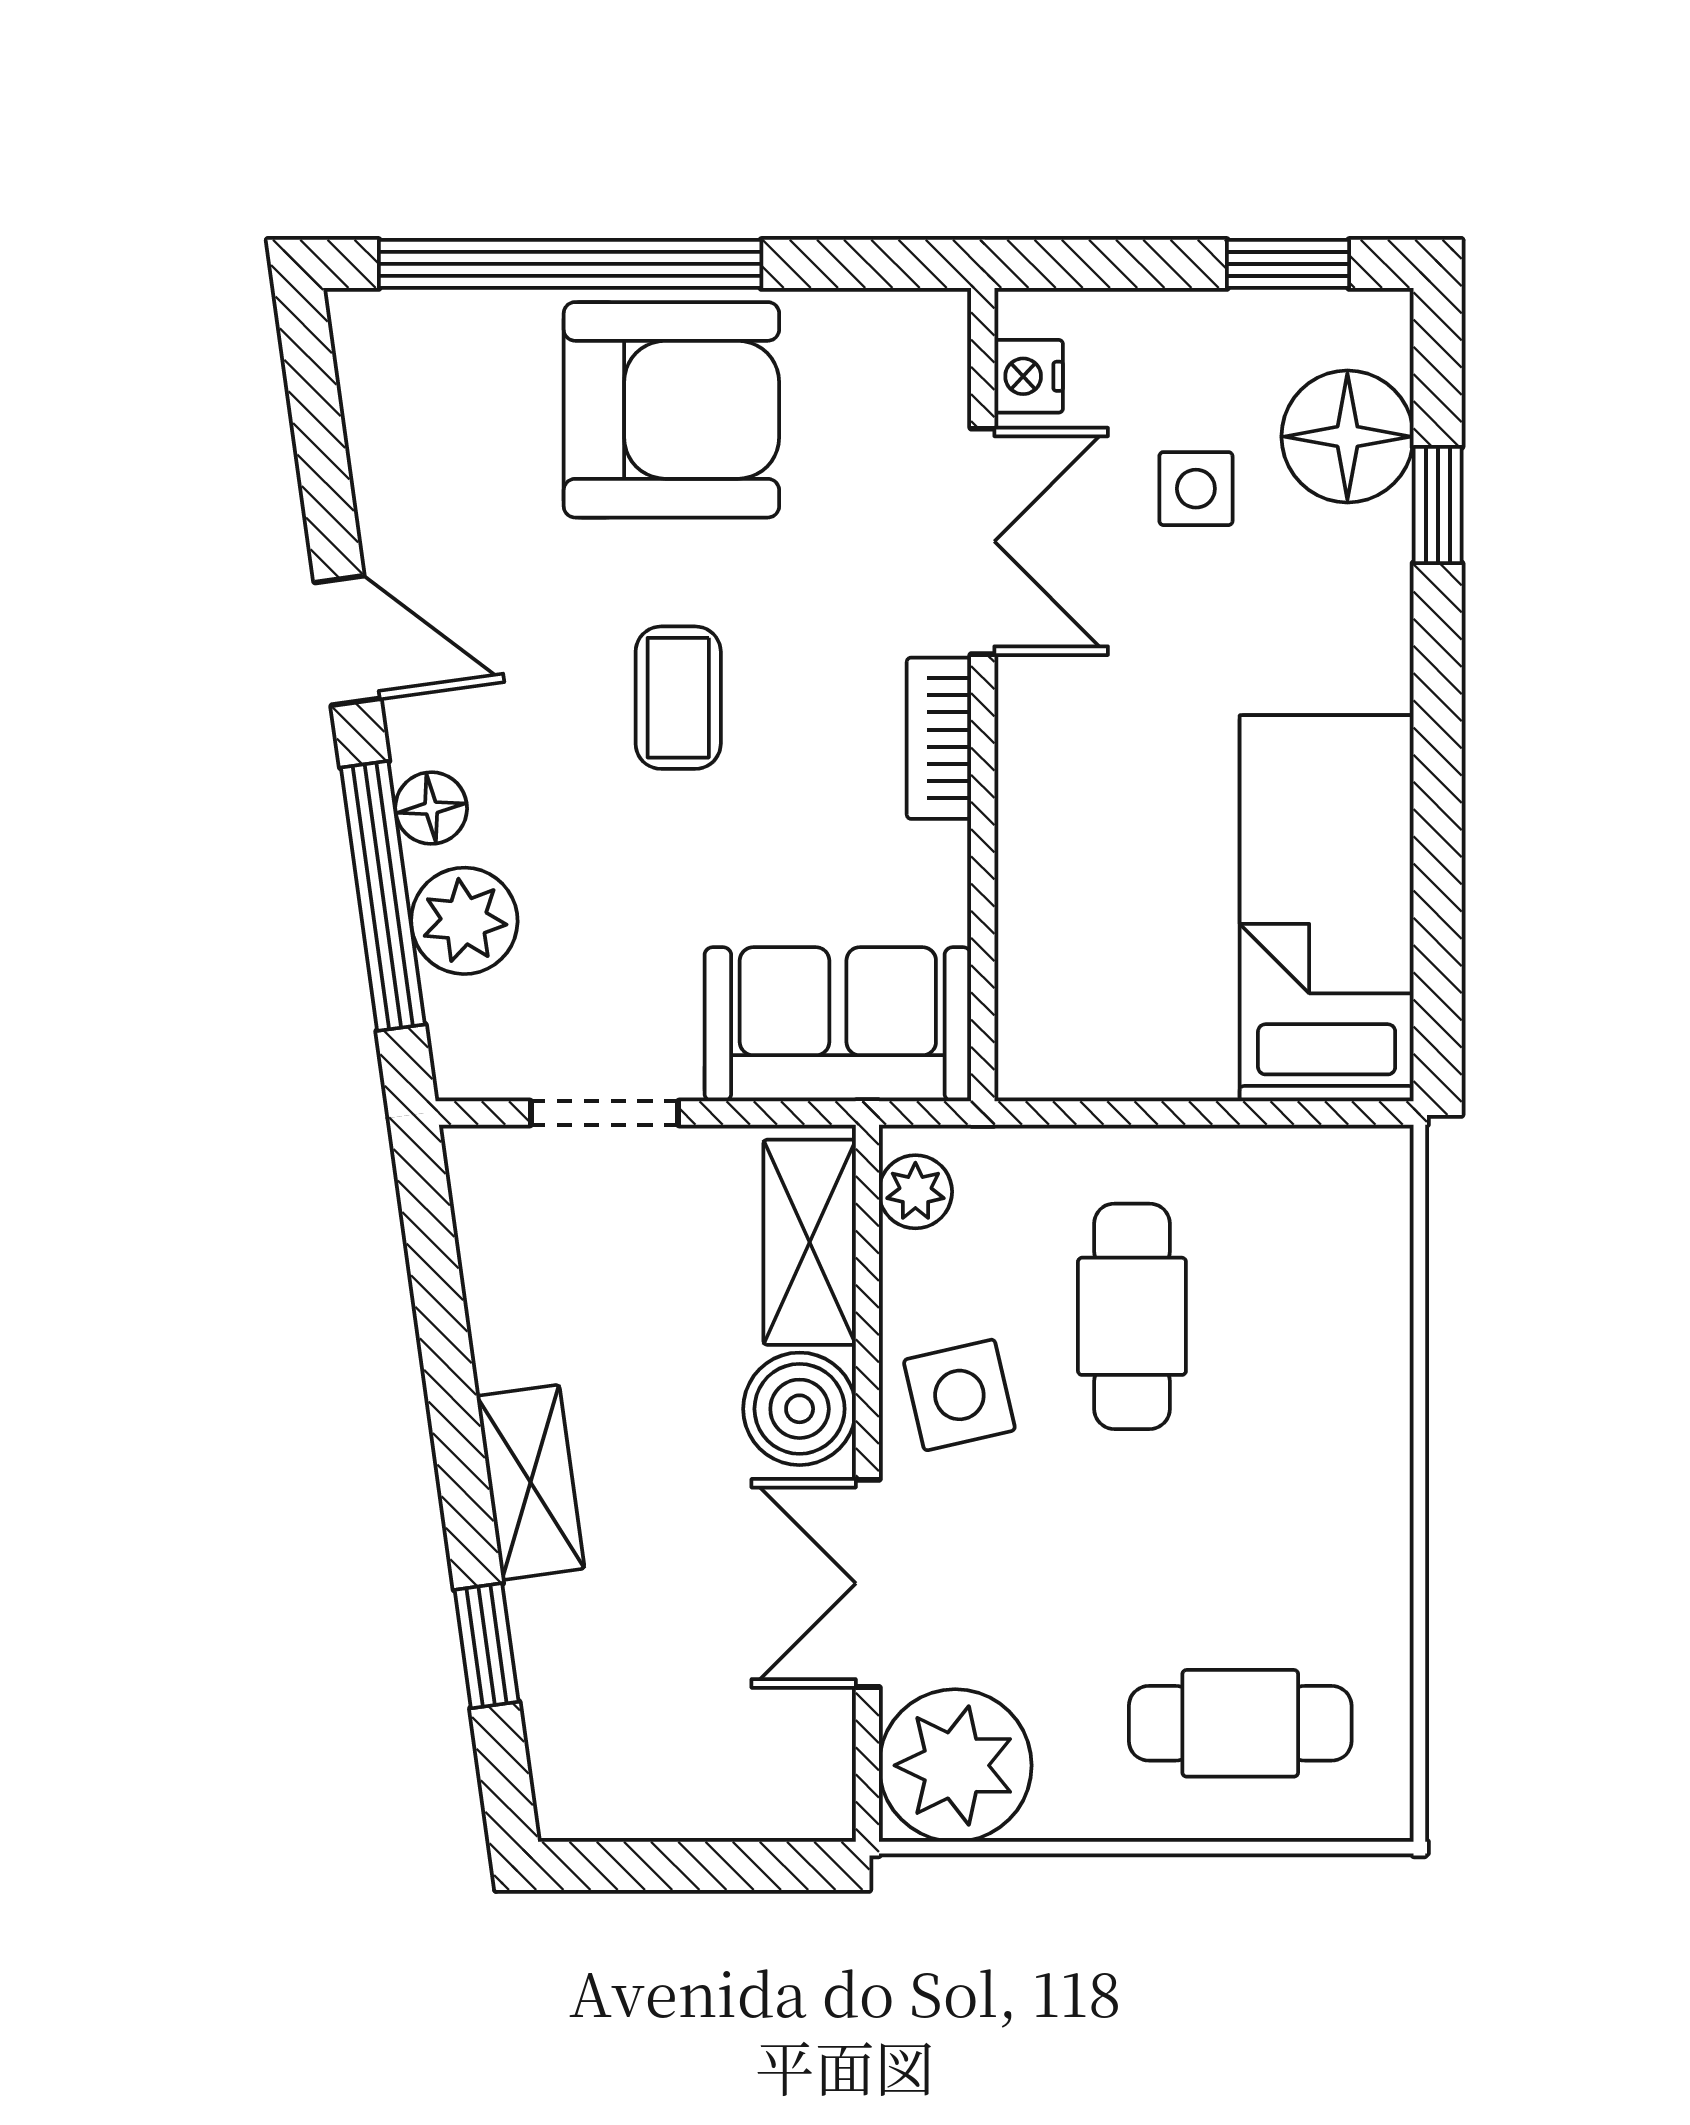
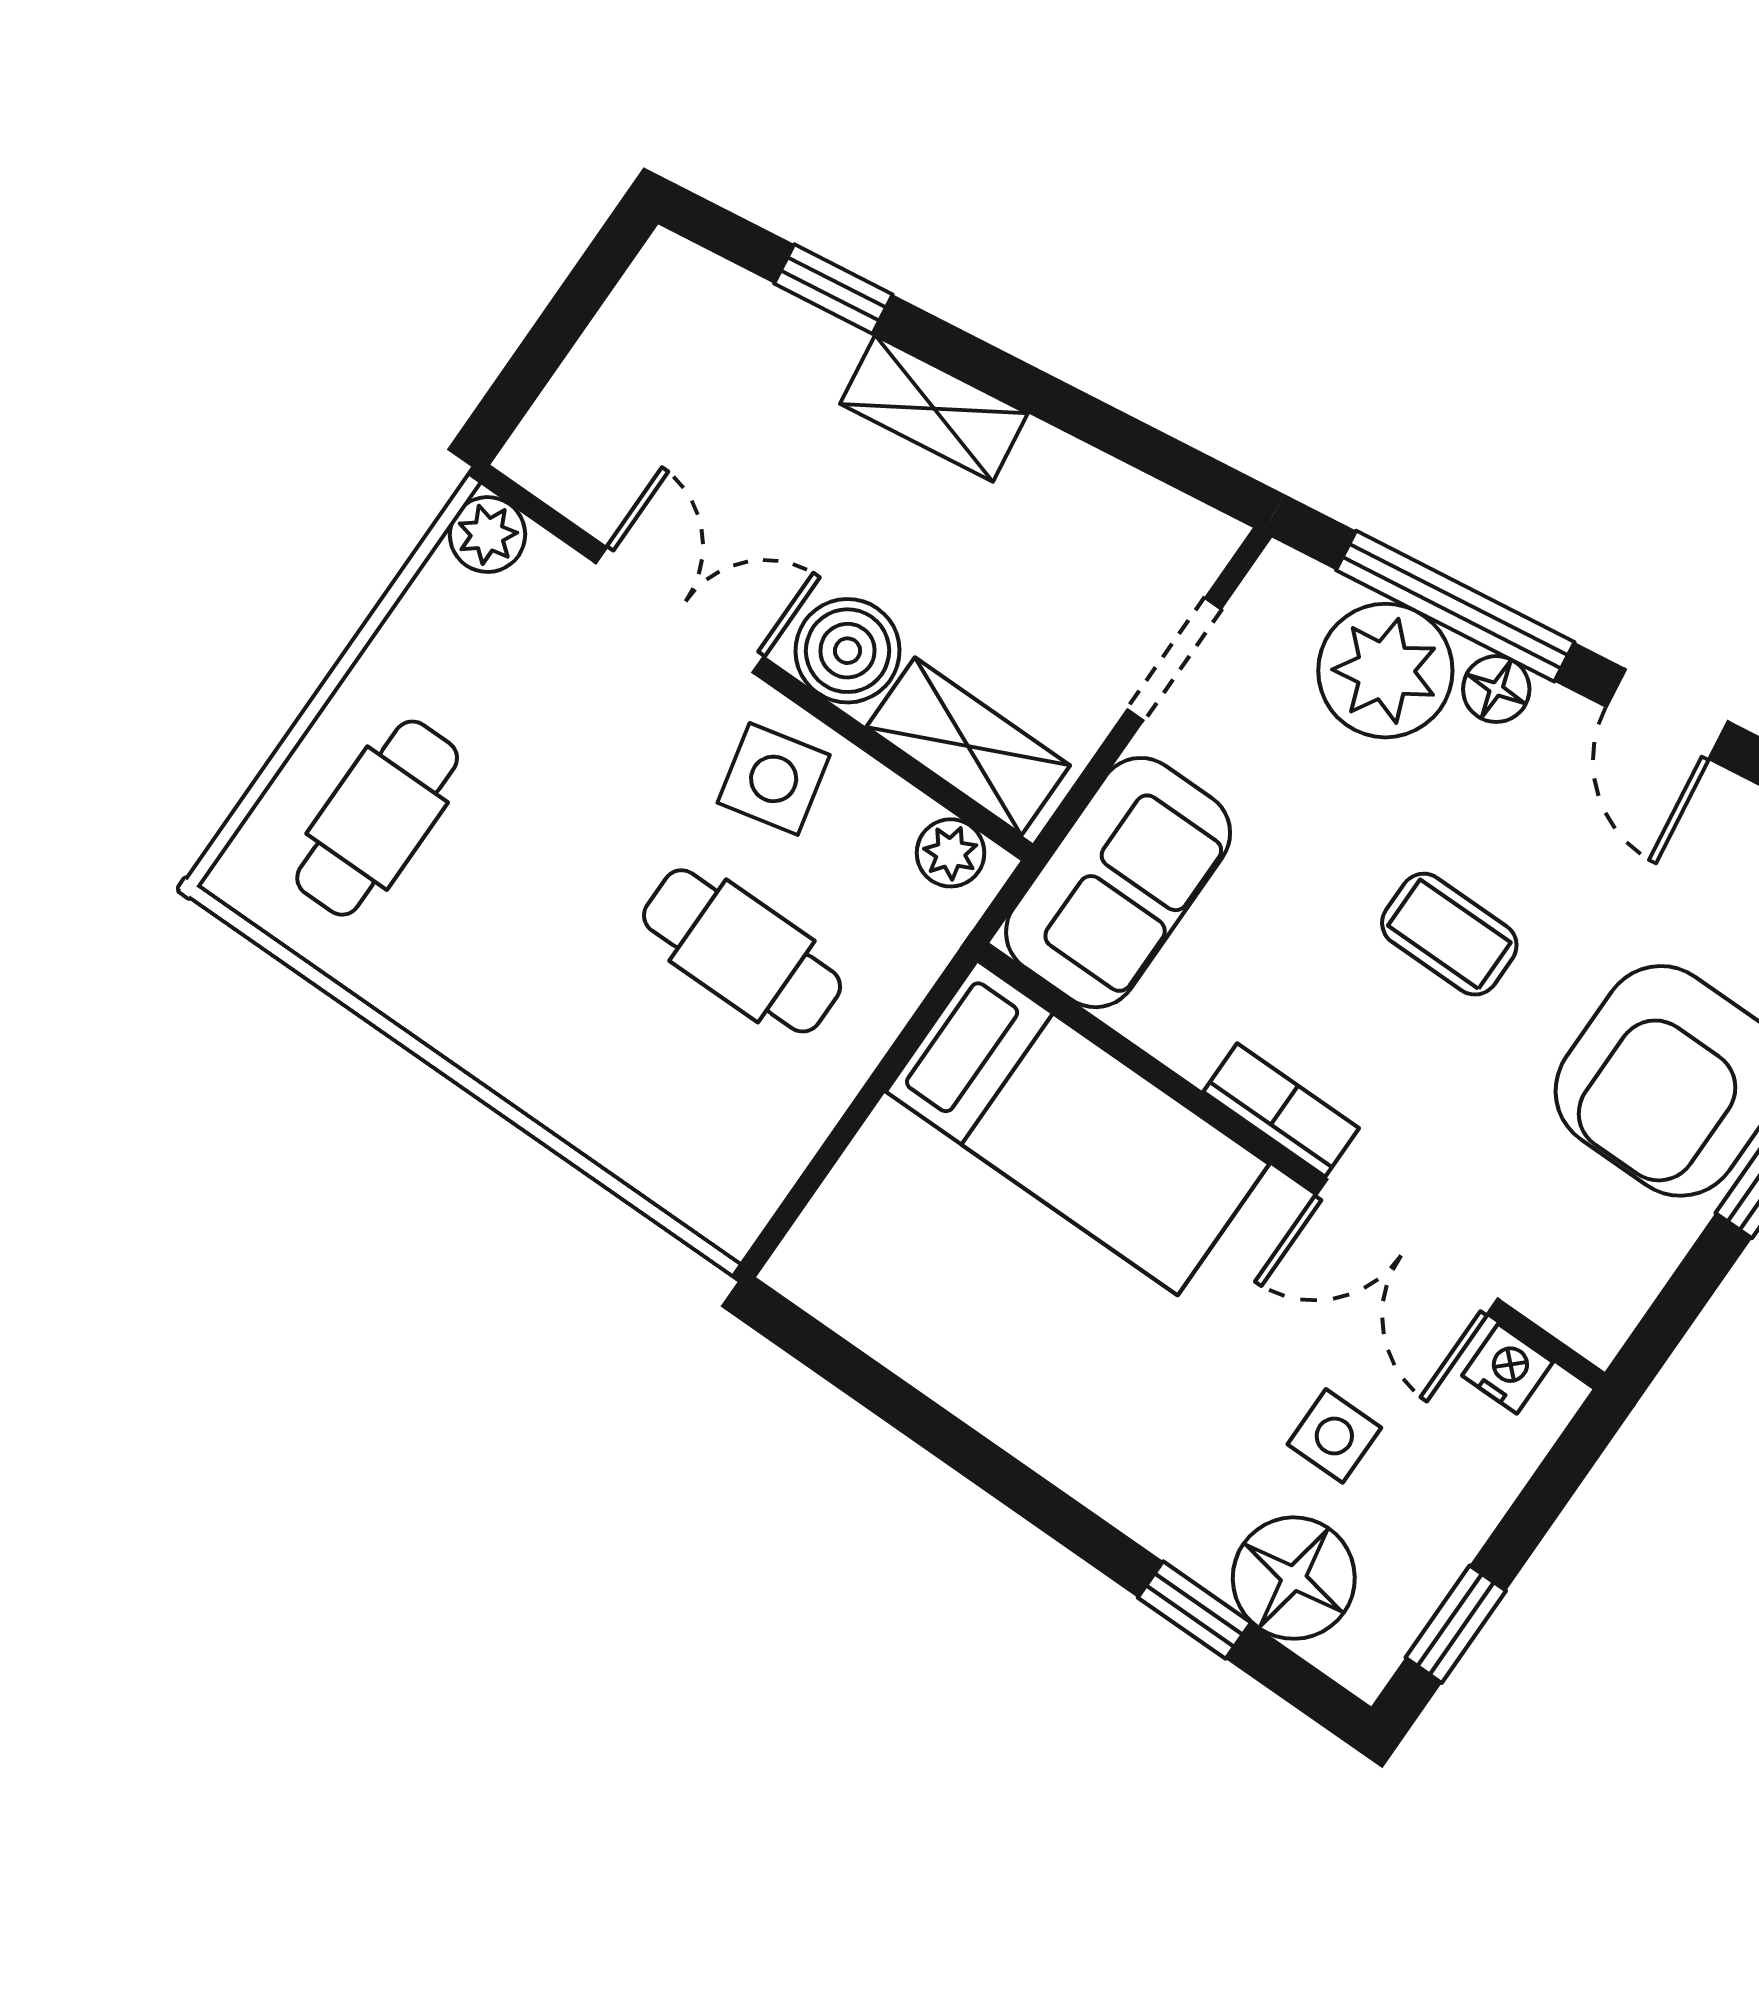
door: (347, 640) -> (1667, 714), hinge flipped
bed: (1327, 908) -> (1077, 1128), moved
plant: (464, 921) -> (1385, 671), width x1.36, depth x1.36
plant: (955, 1765) -> (487, 535), width x0.53, depth x0.53

